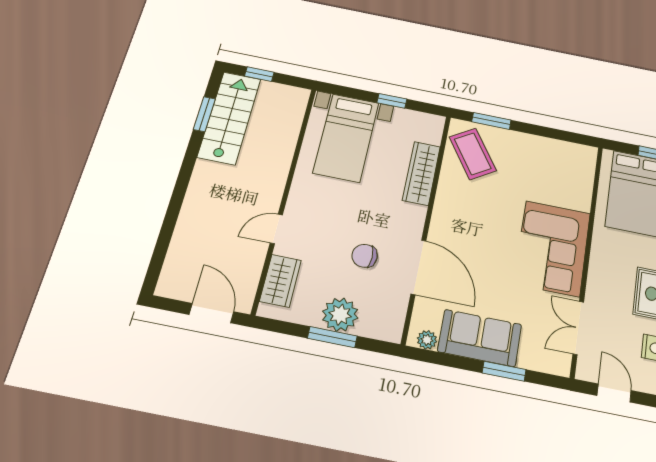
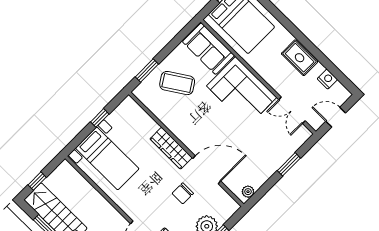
coffee table: (473, 154) -> (177, 83), moved
wardrobe: (421, 173) -> (171, 148), moved
sofa: (480, 338) -> (208, 49), moved, turned -90

